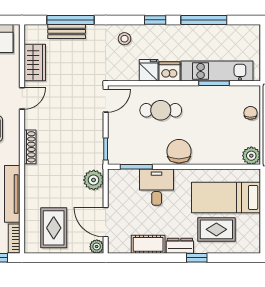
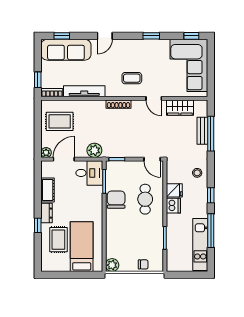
kitchen unit: (217, 71) -> (200, 244), moved, turned 180
chair: (179, 151) -> (116, 200), moved, turned -90
desk: (157, 187) -> (89, 173), moved

